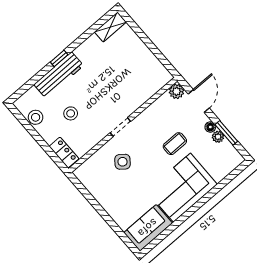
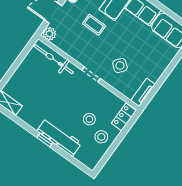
bicycle: (147, 89) -> (54, 59), added
stool: (36, 117) -> (101, 137), moved
tv unit: (86, 180) -> (143, 92), added

